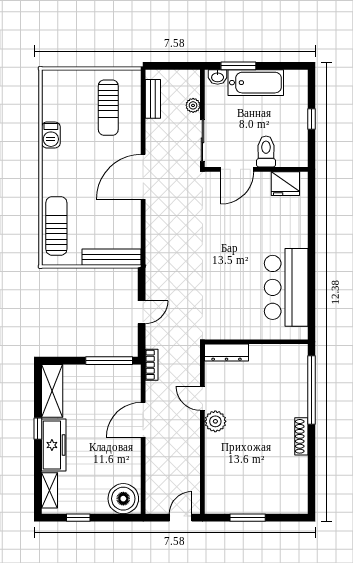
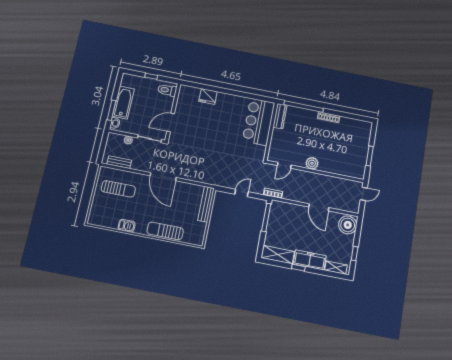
toilet: (266, 152) -> (167, 90), moved
door: (237, 169) -> (171, 123), swing flipped
fridge: (285, 184) -> (208, 96), moved, turned 90
sun lounger: (56, 226) -> (165, 231), moved
bar counter: (286, 287) -> (259, 122), moved, turned 90
door: (142, 312) -> (242, 193), hinge flipped
dresser: (227, 353) -> (280, 116), moved
door: (202, 398) -> (284, 165), moved
door: (143, 420) -> (319, 207), moved
door: (181, 518) -> (364, 194), swing flipped

